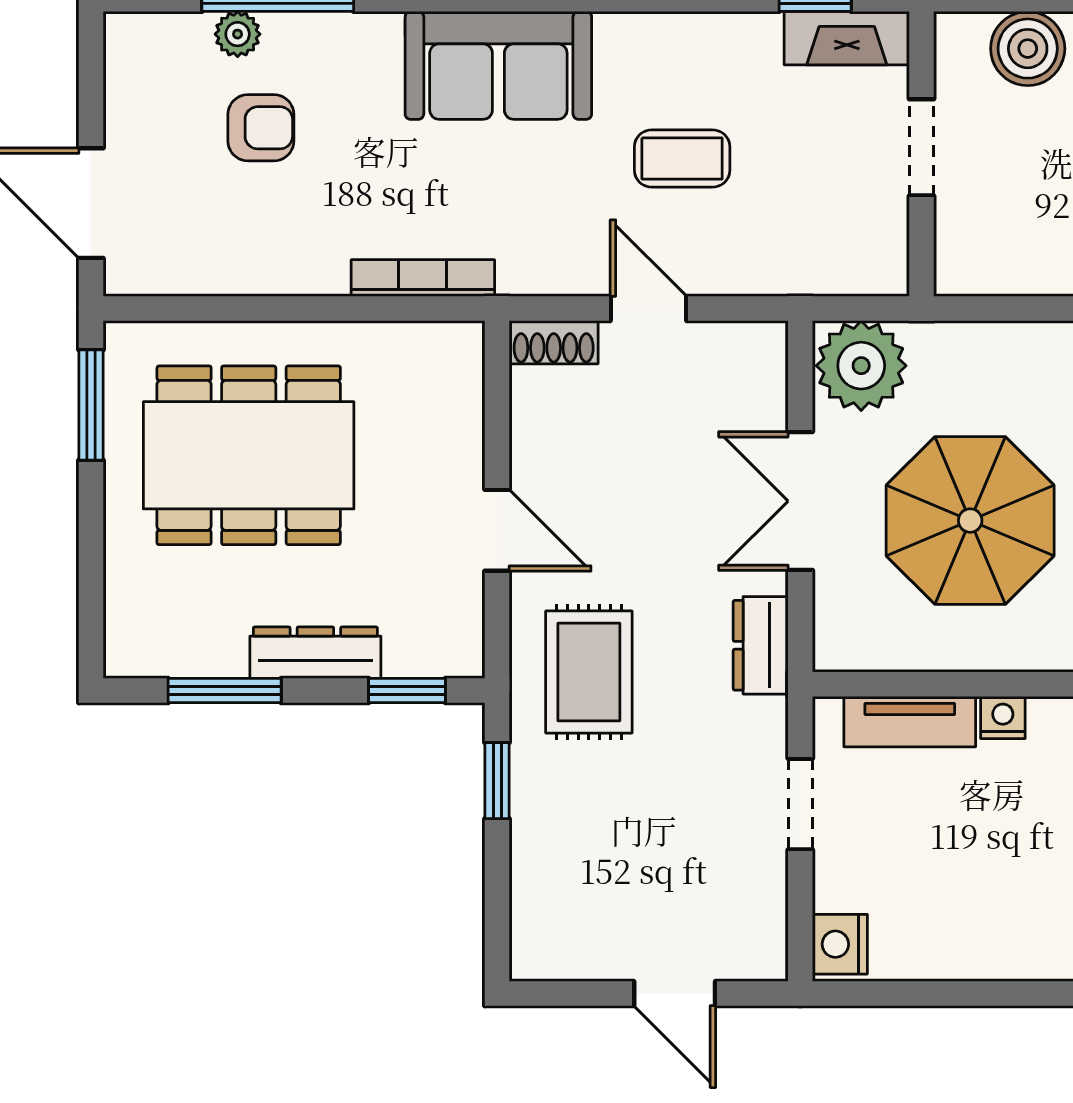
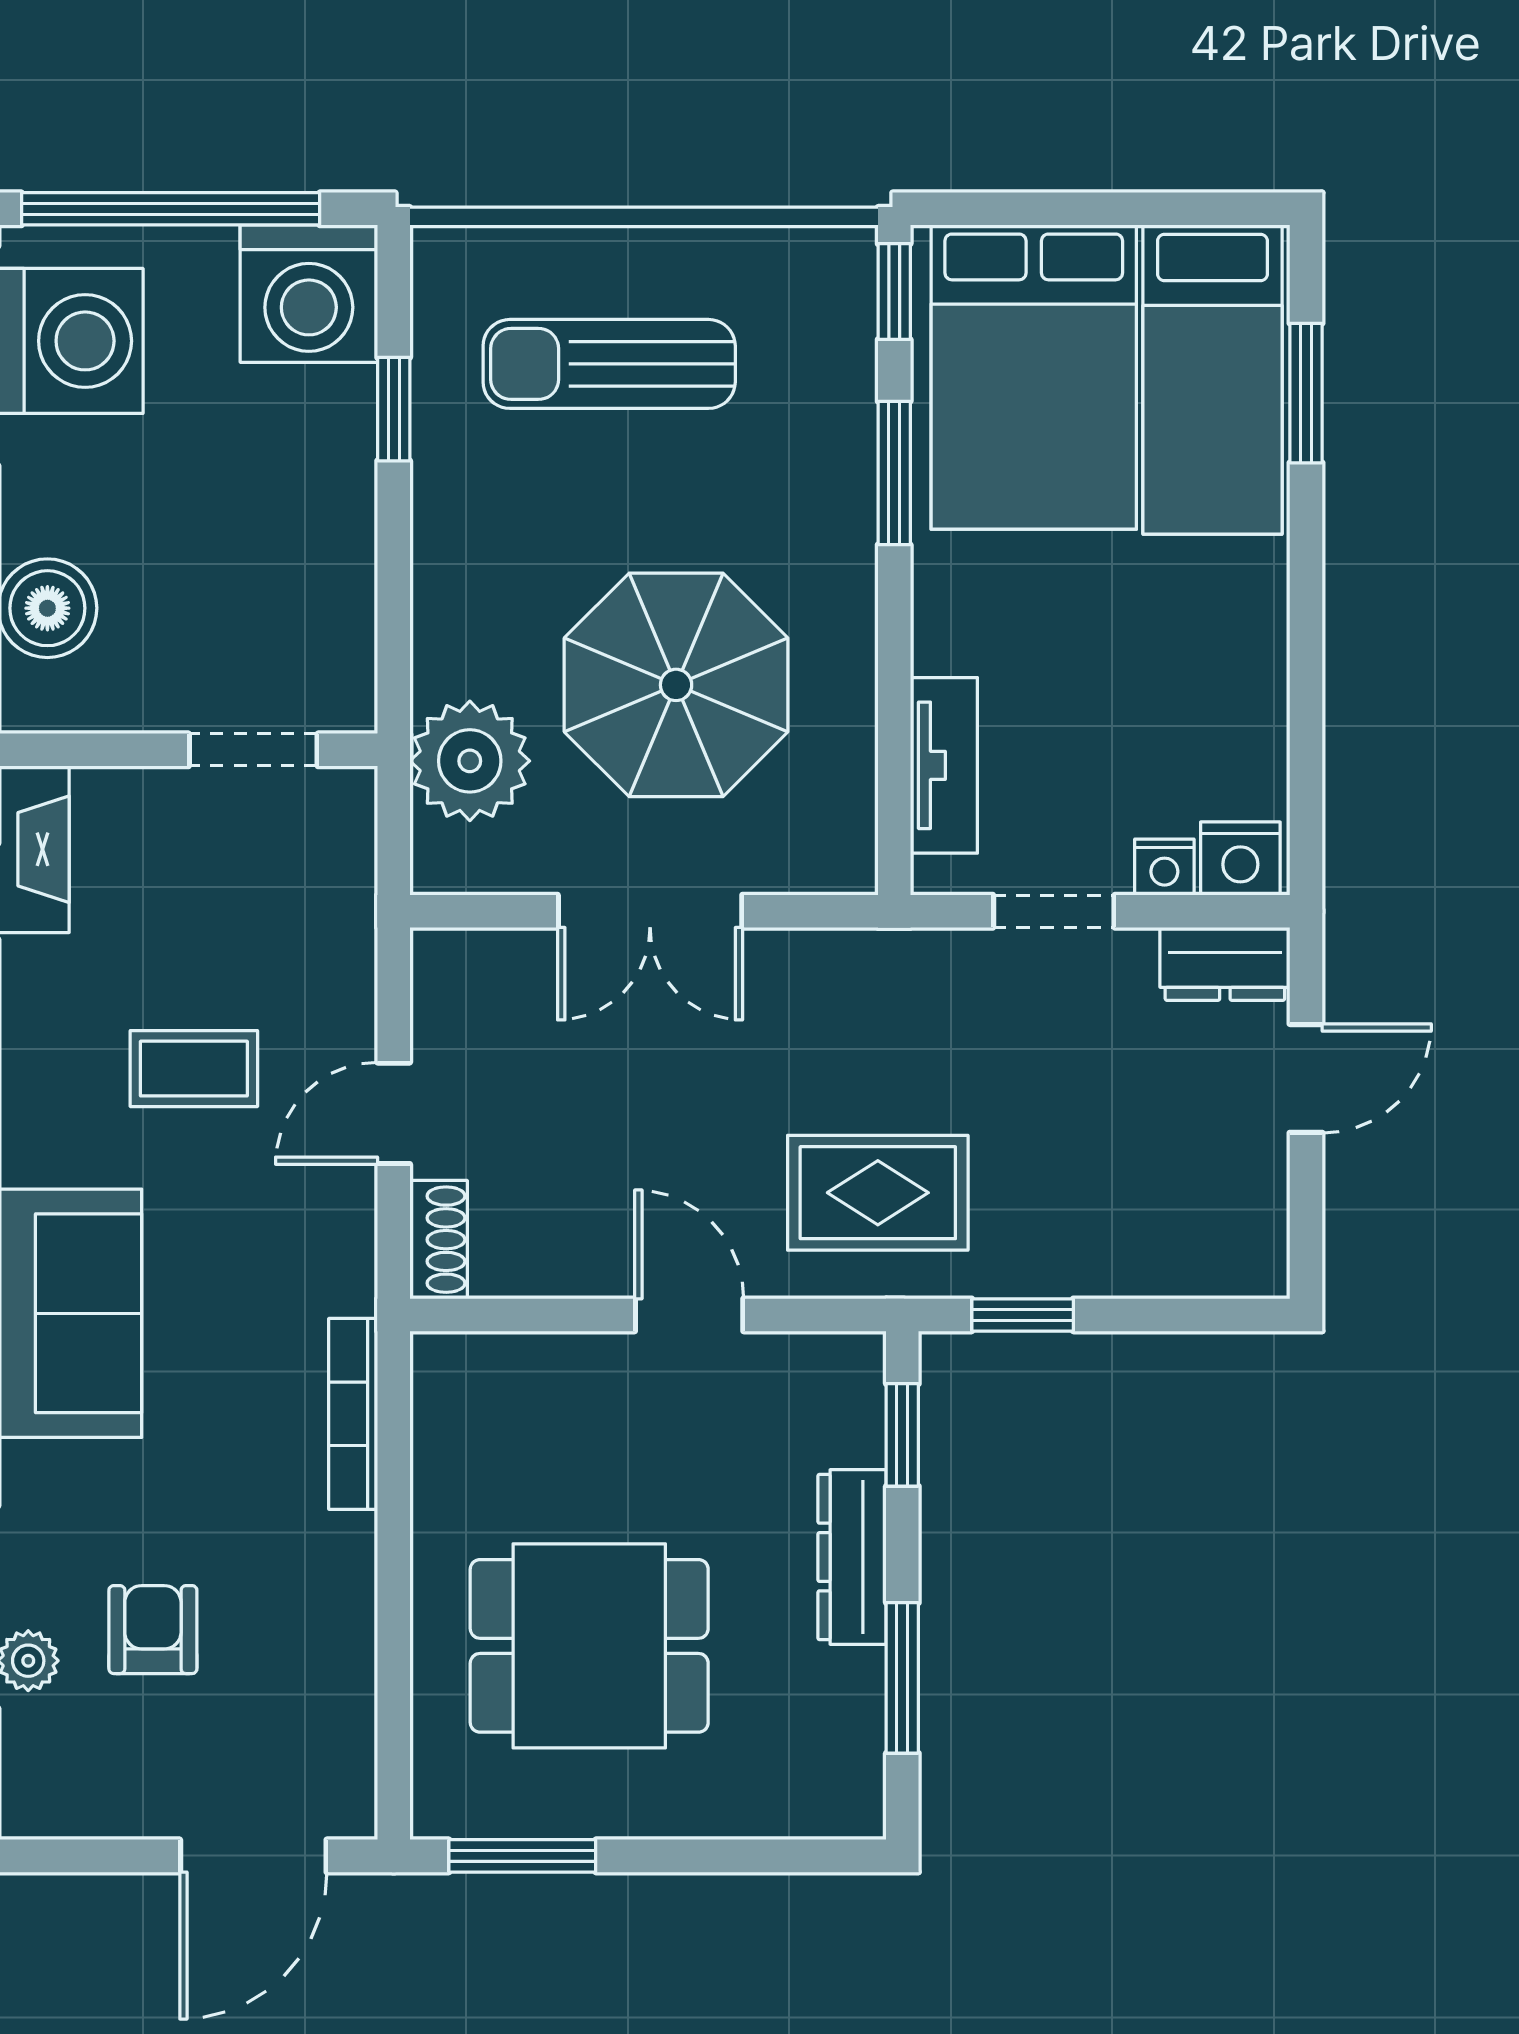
doorway: (921, 147) -> (253, 750), moved
coffee table: (682, 159) -> (194, 1069), turned 90
plant: (861, 366) -> (470, 761), moved
dining table: (249, 455) -> (589, 1646), width x0.73
door: (497, 530) -> (689, 1315), hinge flipped
dresser: (761, 645) -> (1225, 964), moved
nightstand: (1003, 717) -> (1164, 867), moved, turned -90

